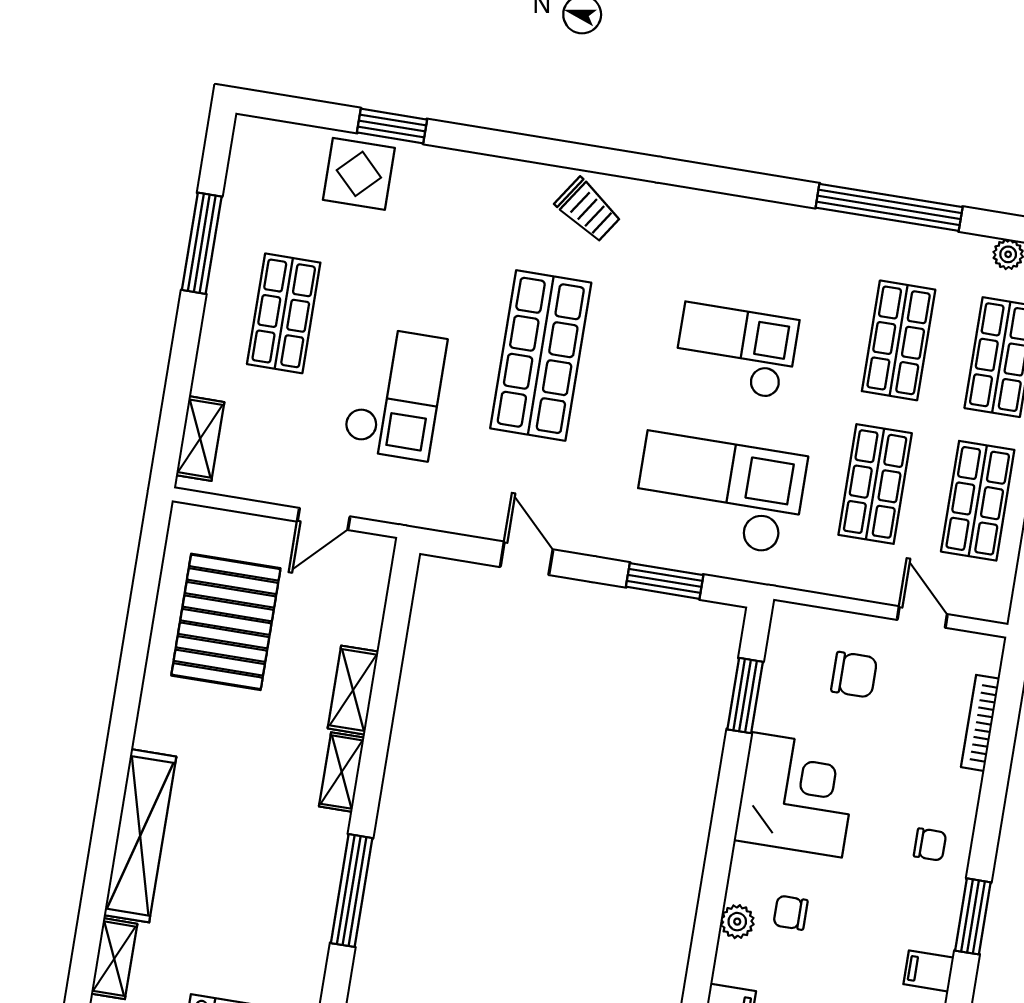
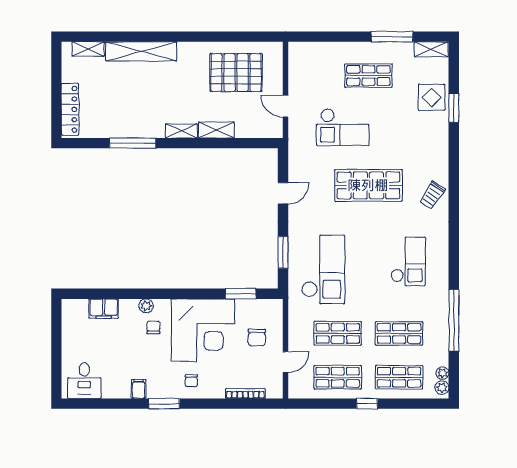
checkout: (736, 351) -> (408, 261), moved
shelving: (200, 439) -> (431, 49), moved
corner desk: (797, 795) -> (203, 330), width x1.36, depth x1.36

